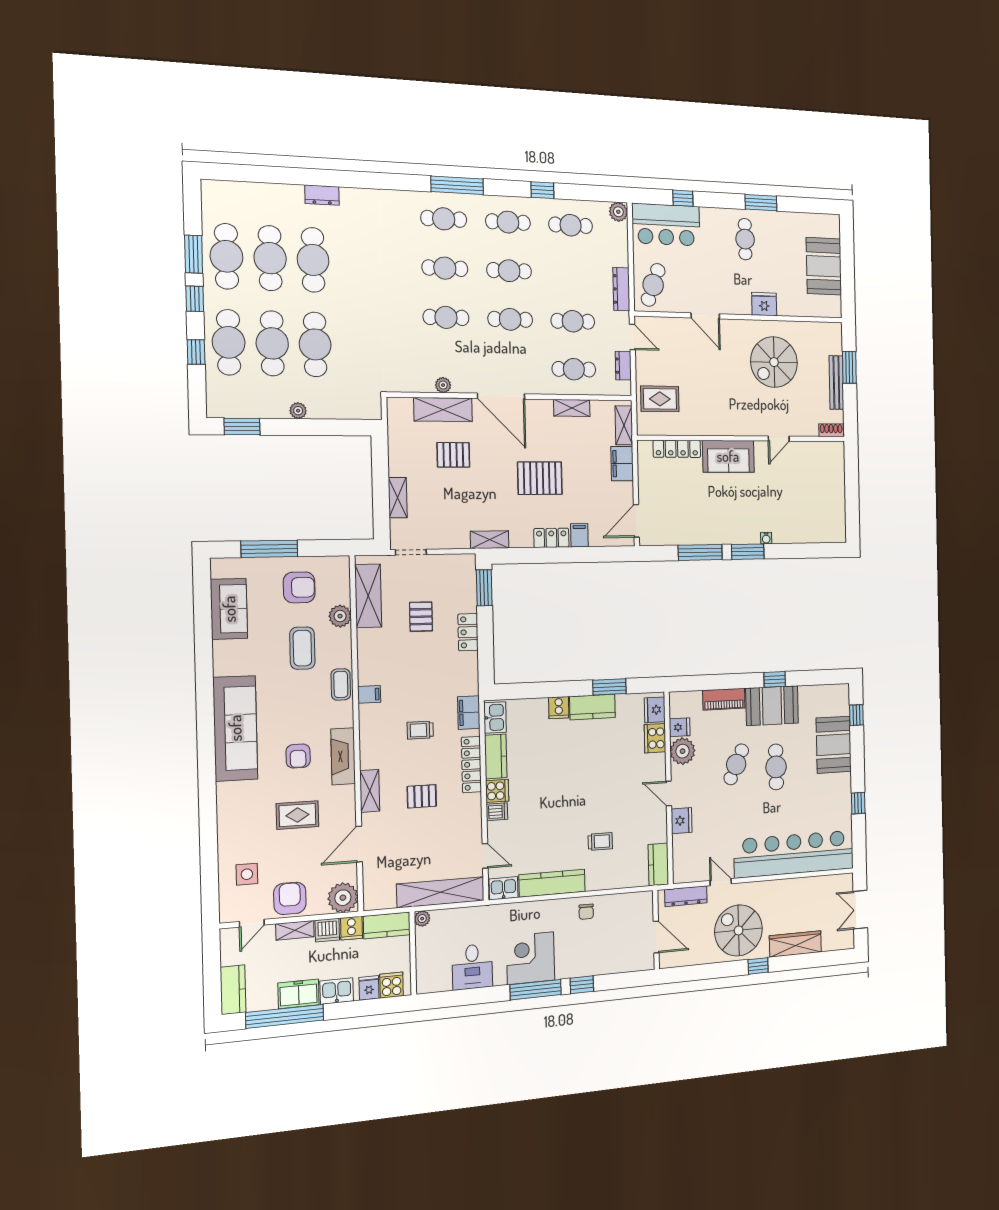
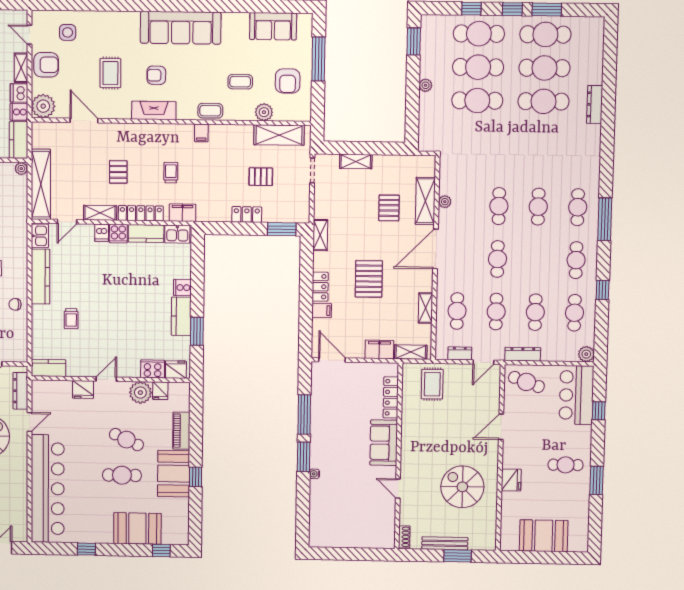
dresser: (322, 195) -> (595, 104), width x1.44
cafe table: (509, 271) -> (535, 312), moved
coffee table: (302, 648) -> (240, 82), width x0.73, depth x0.77
shelving: (370, 791) -> (100, 213), moved

